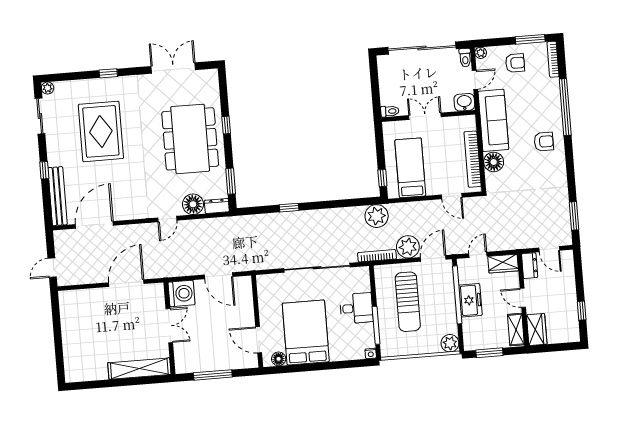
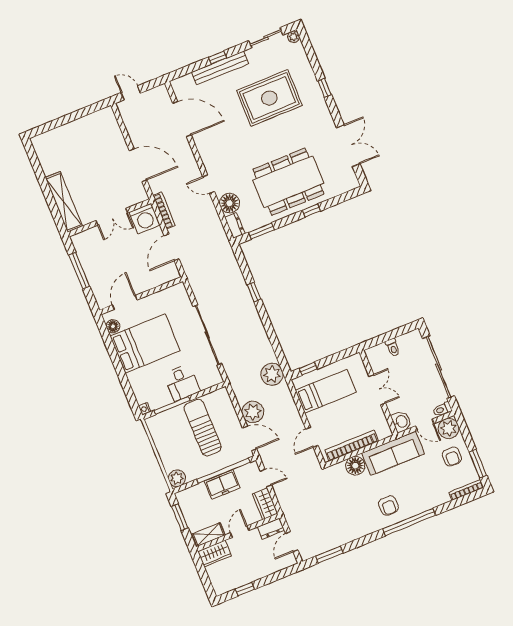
plant: (481, 53) -> (449, 428), width x1.88, depth x1.88
window: (565, 107) -> (409, 522), moved
toilet: (390, 111) -> (393, 347), moved
bench: (57, 196) -> (220, 68), moved
bookcase: (377, 256) -> (164, 210), moved
sun lounger: (408, 302) -> (203, 428), turned 90

